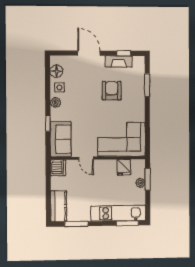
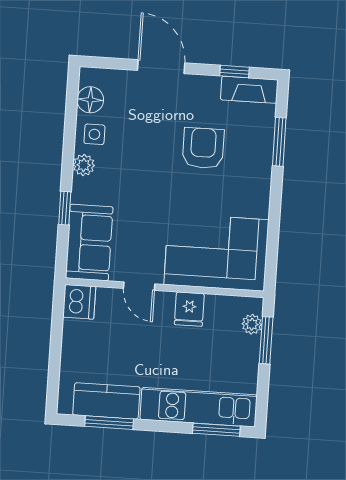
fireplace: (119, 61) -> (249, 90), moved
fridge: (124, 167) -> (189, 309), moved
plant: (141, 183) -> (252, 324), moved
kitchen counter: (59, 206) -> (106, 401), moved, turned -90

